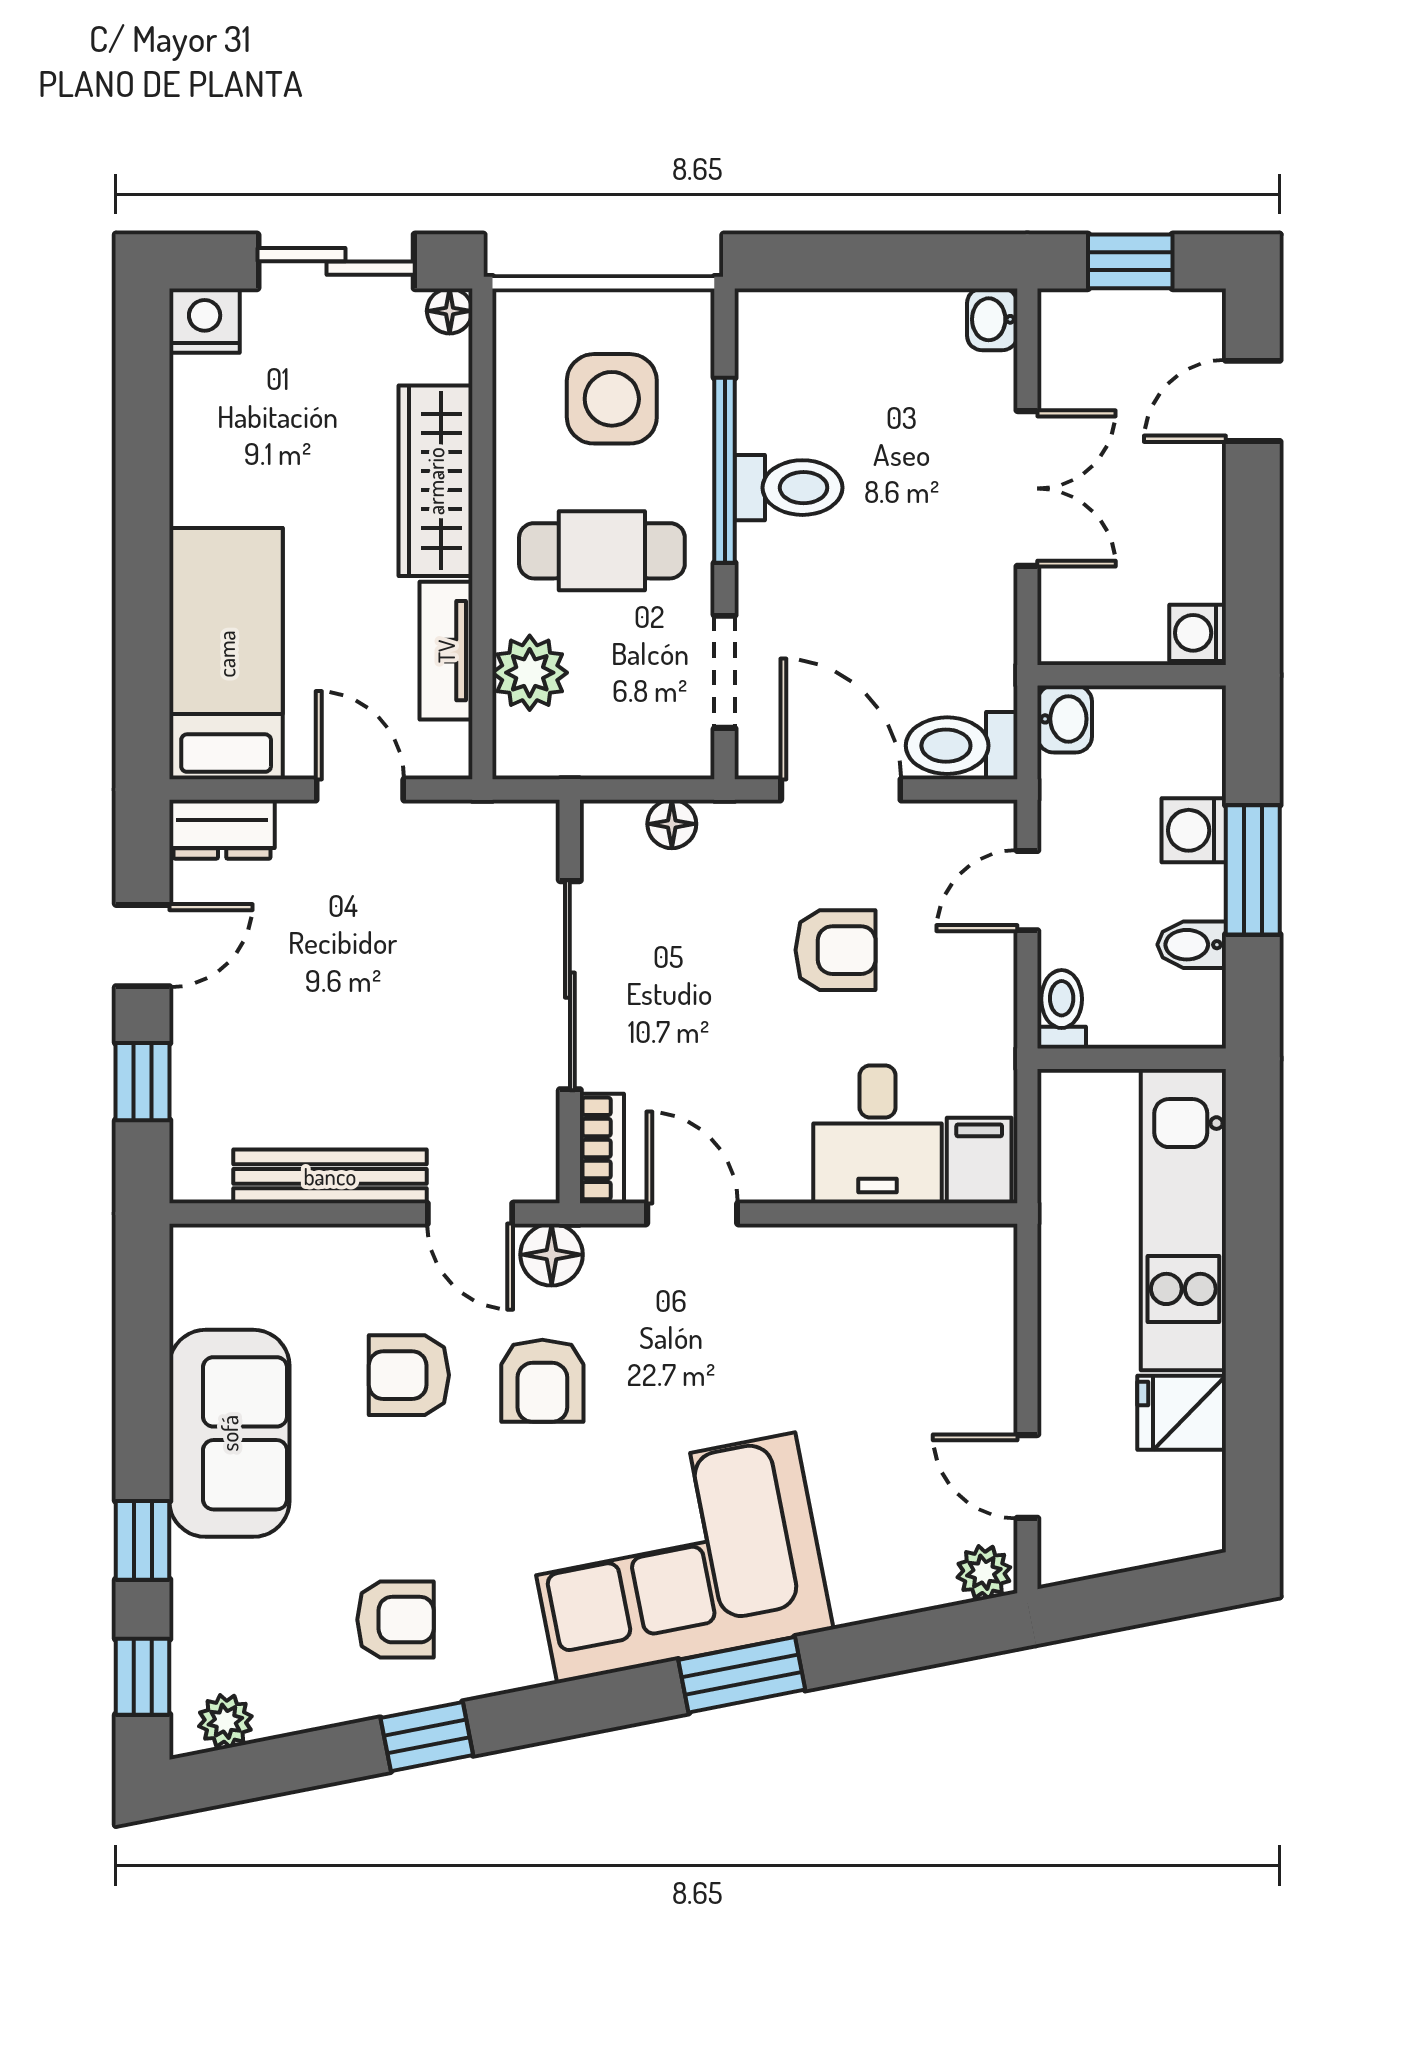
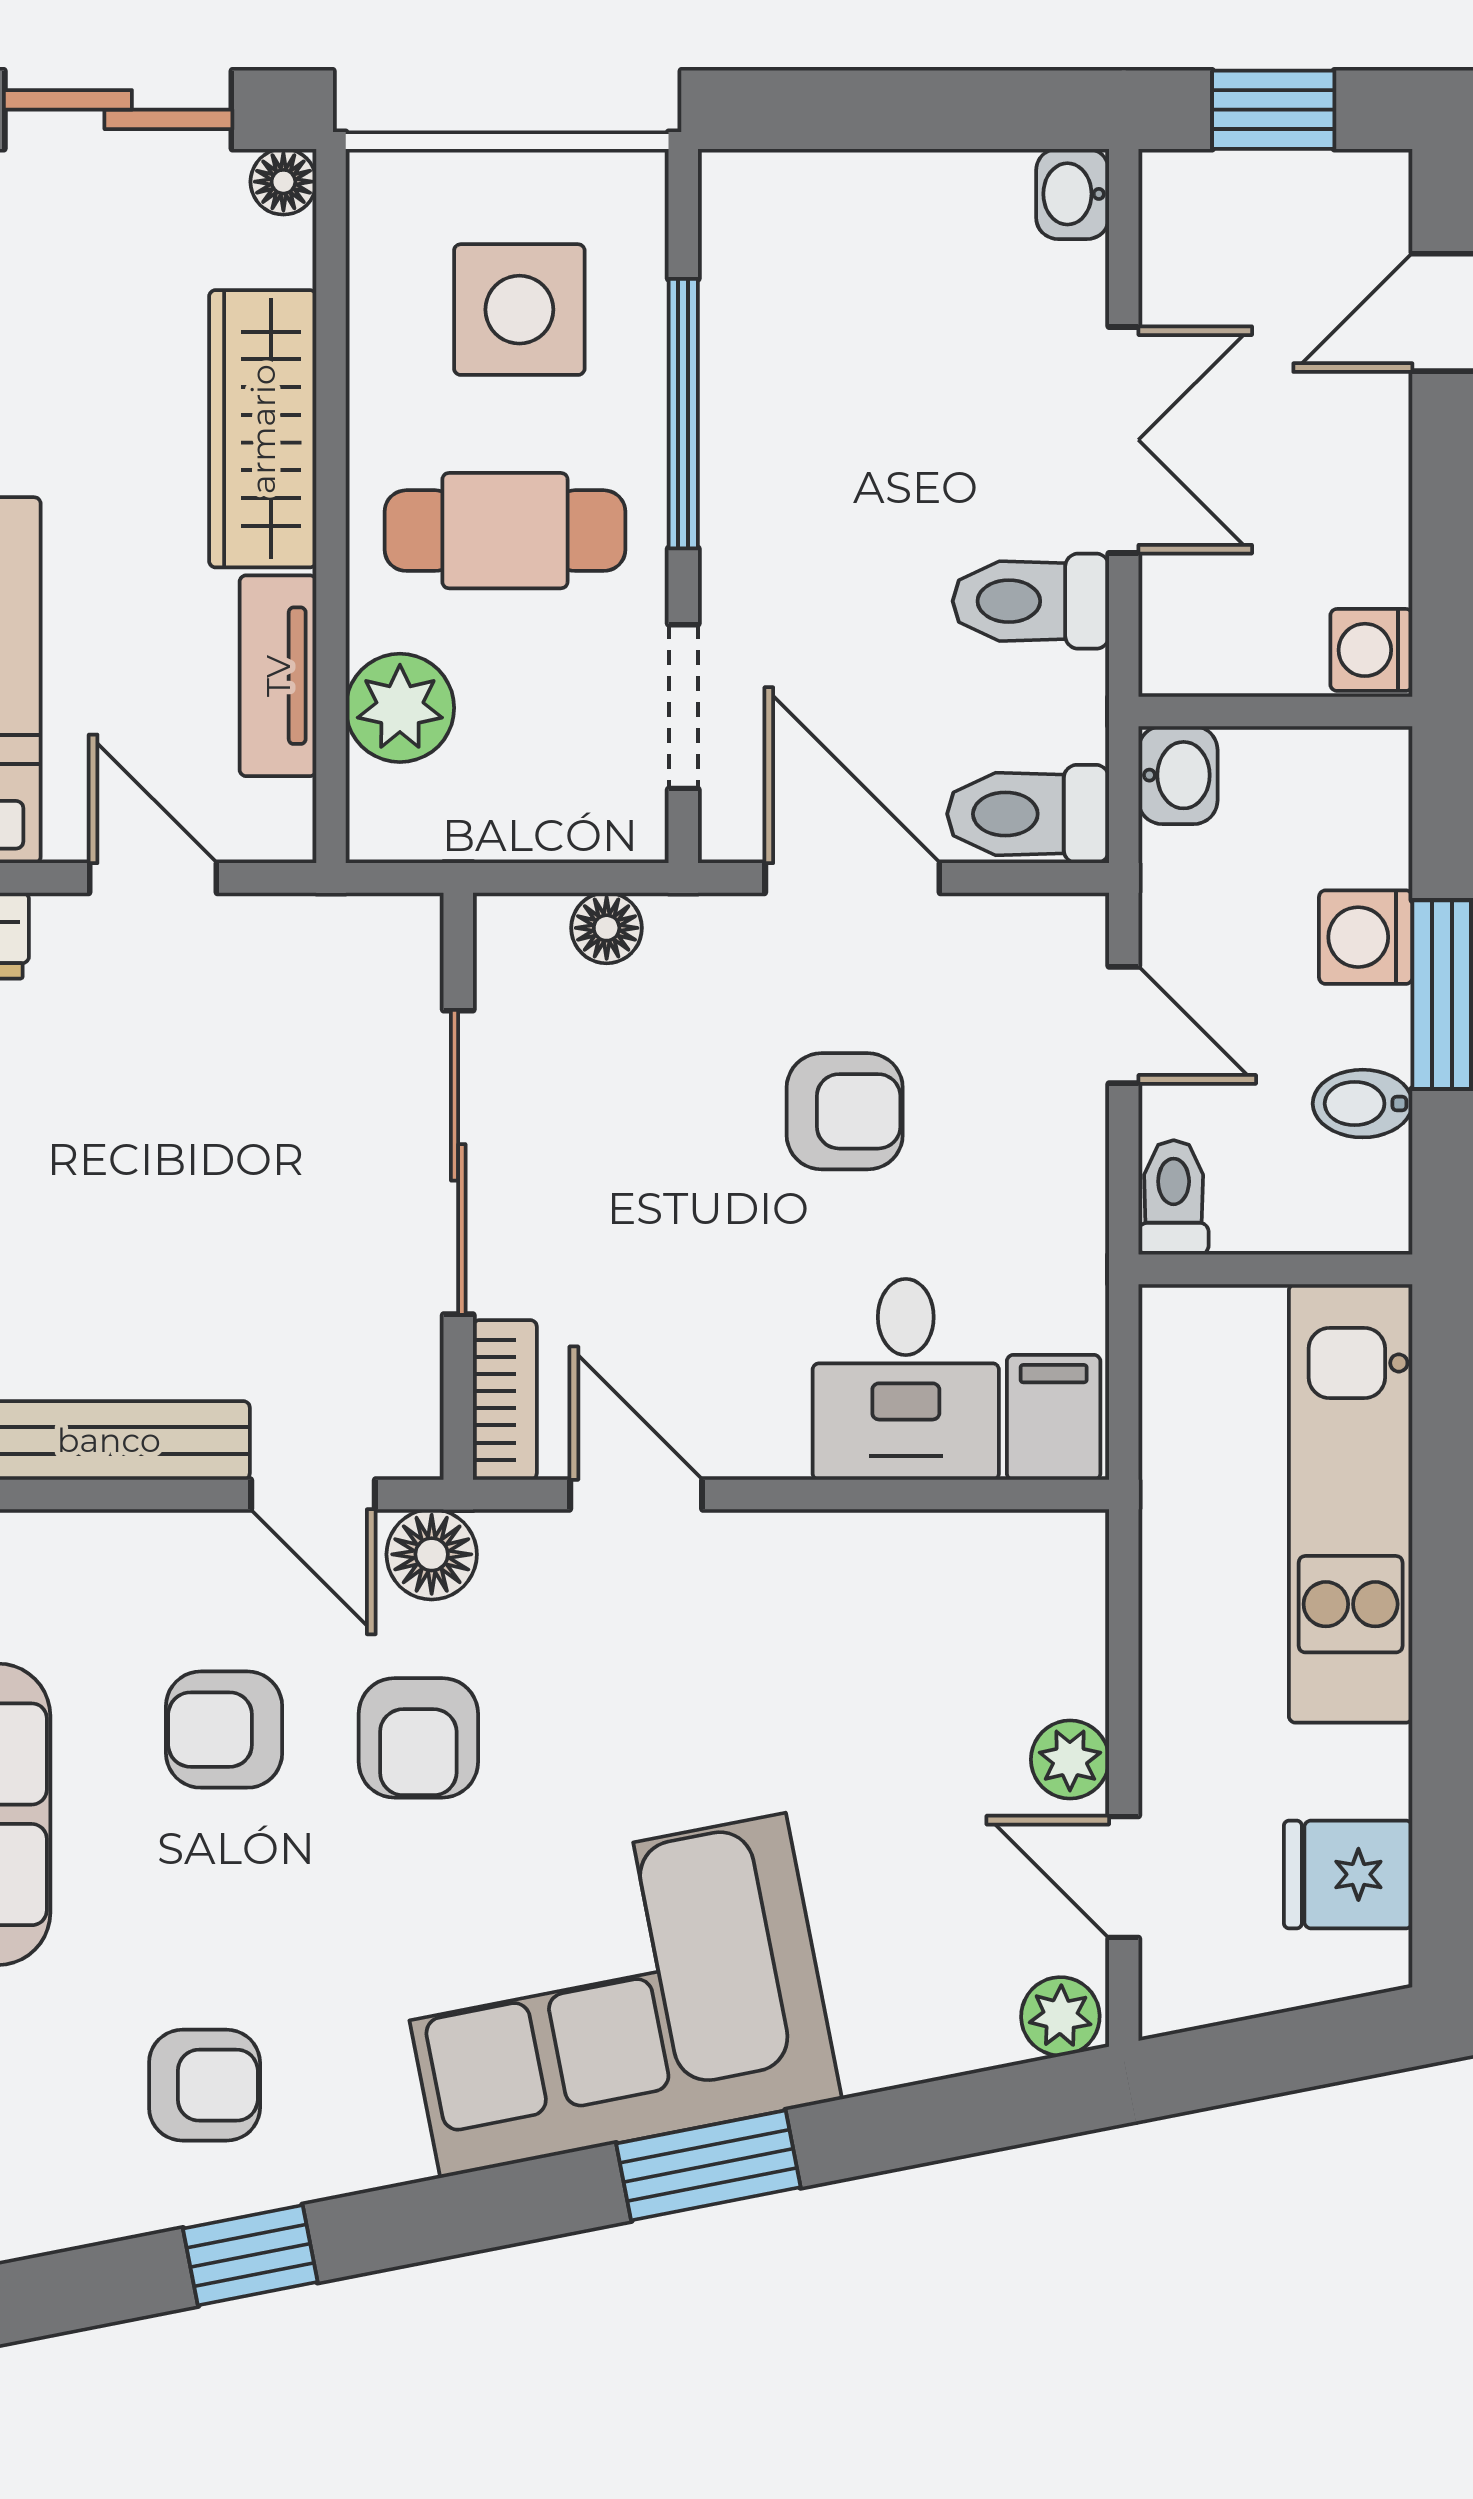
toilet: (788, 488) -> (1031, 601), moved, turned 180
door: (1027, 891) -> (1124, 1025), swing flipped
plant: (990, 1396) -> (1070, 1759), added
fridge: (1182, 1413) -> (1348, 1874), moved

